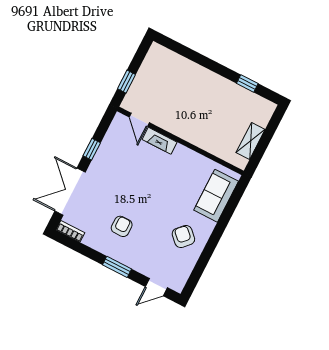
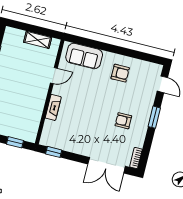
door: (139, 120) -> (54, 76), moved
window: (92, 149) -> (54, 152), moved
armchair: (183, 237) -> (120, 73), turned -134

